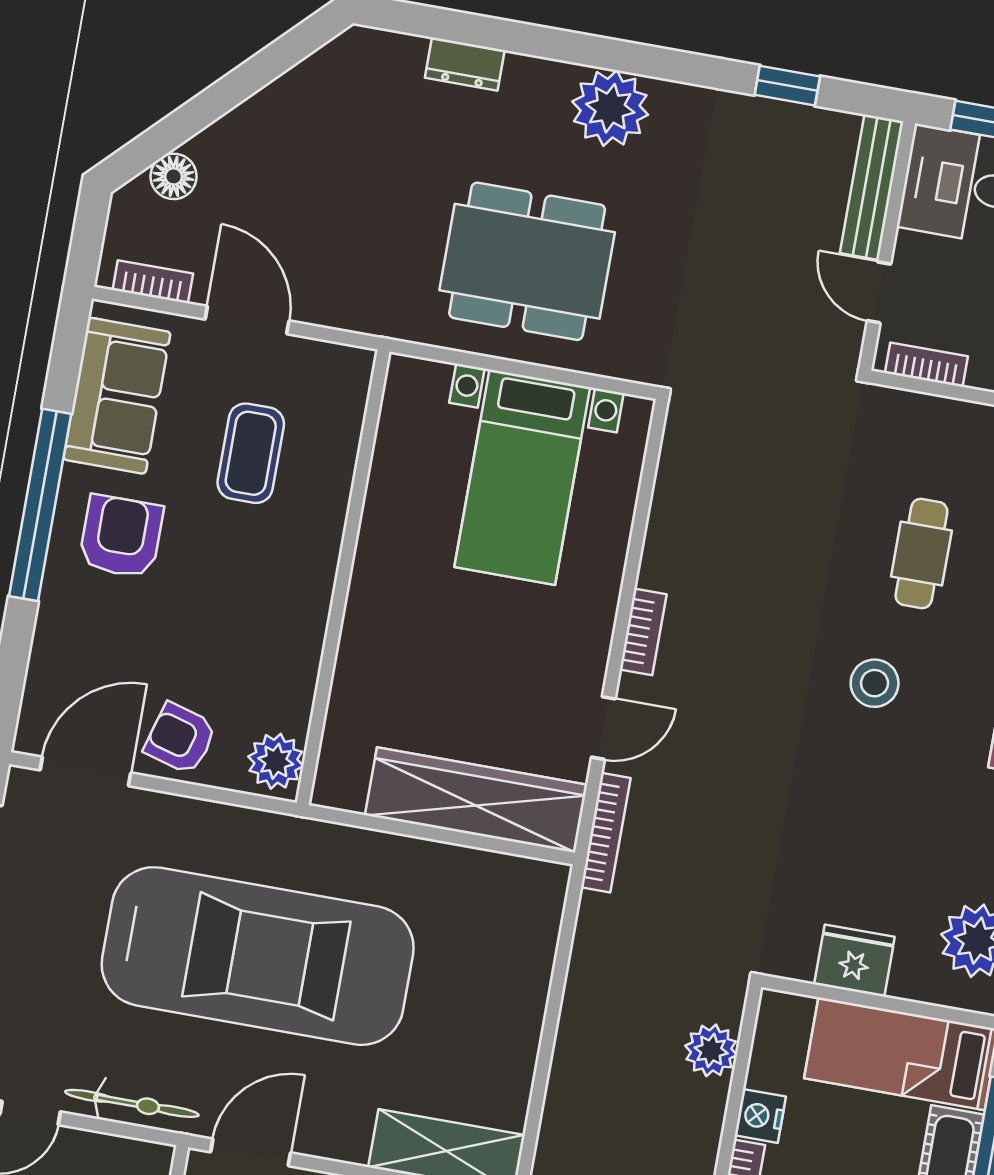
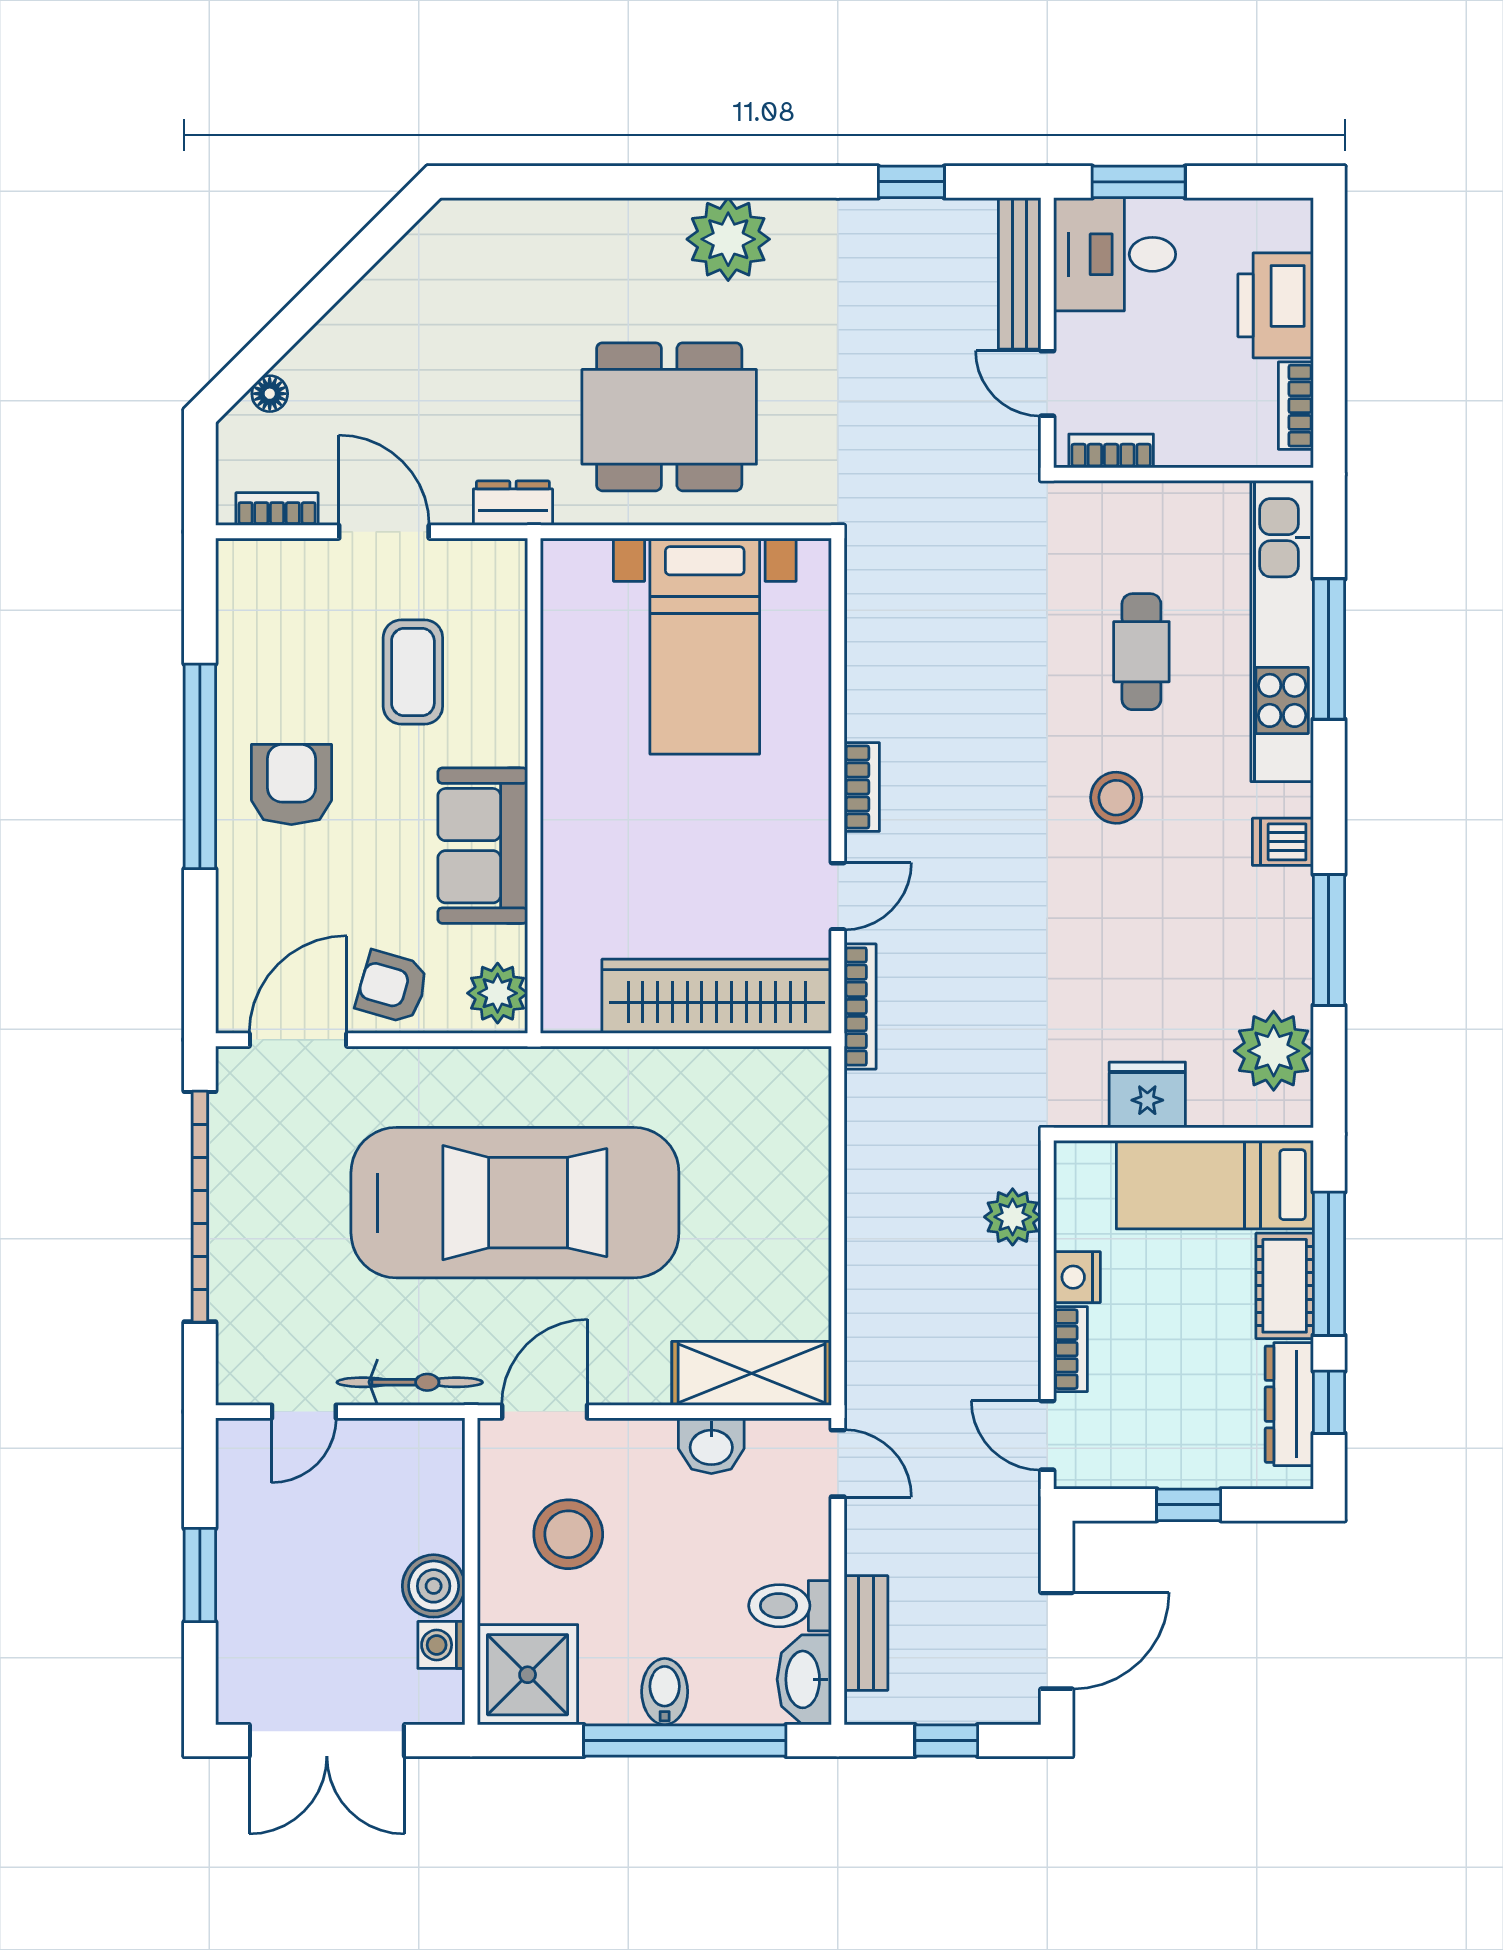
dresser: (465, 64) -> (513, 503), moved, turned 180
floor lamp: (174, 176) -> (270, 394), width x0.73, depth x0.73
sofa: (117, 396) -> (483, 846), moved, turned 180

